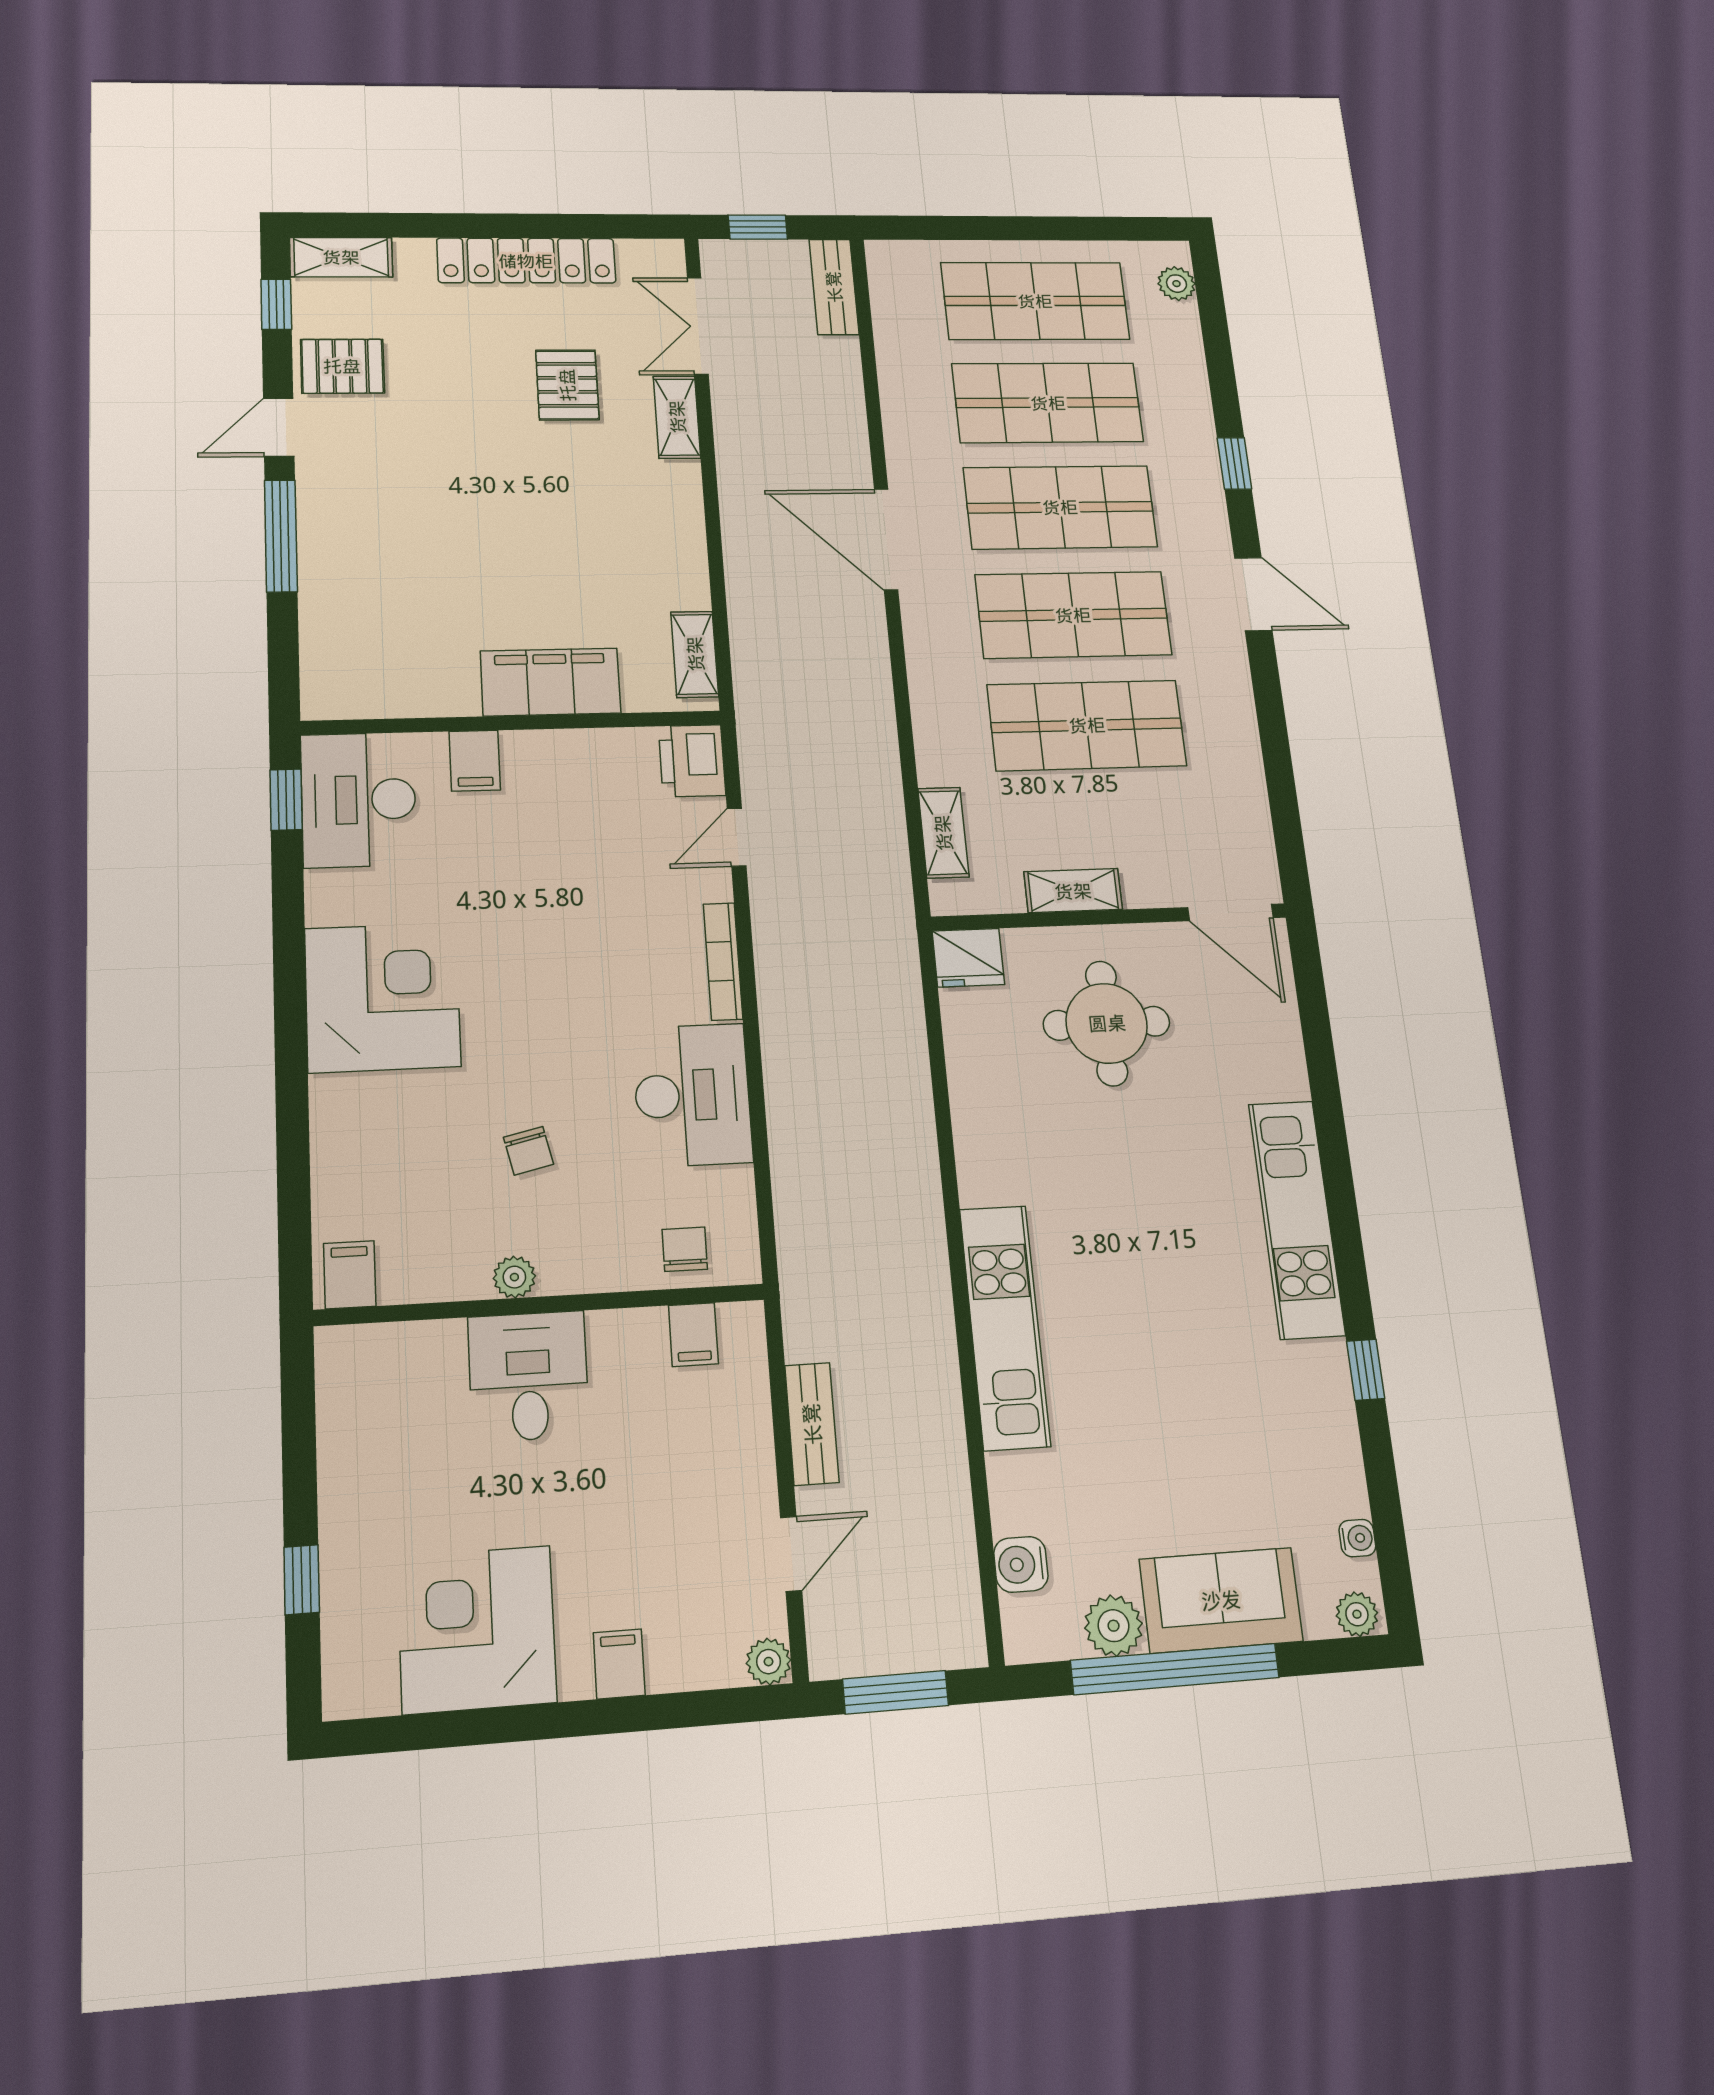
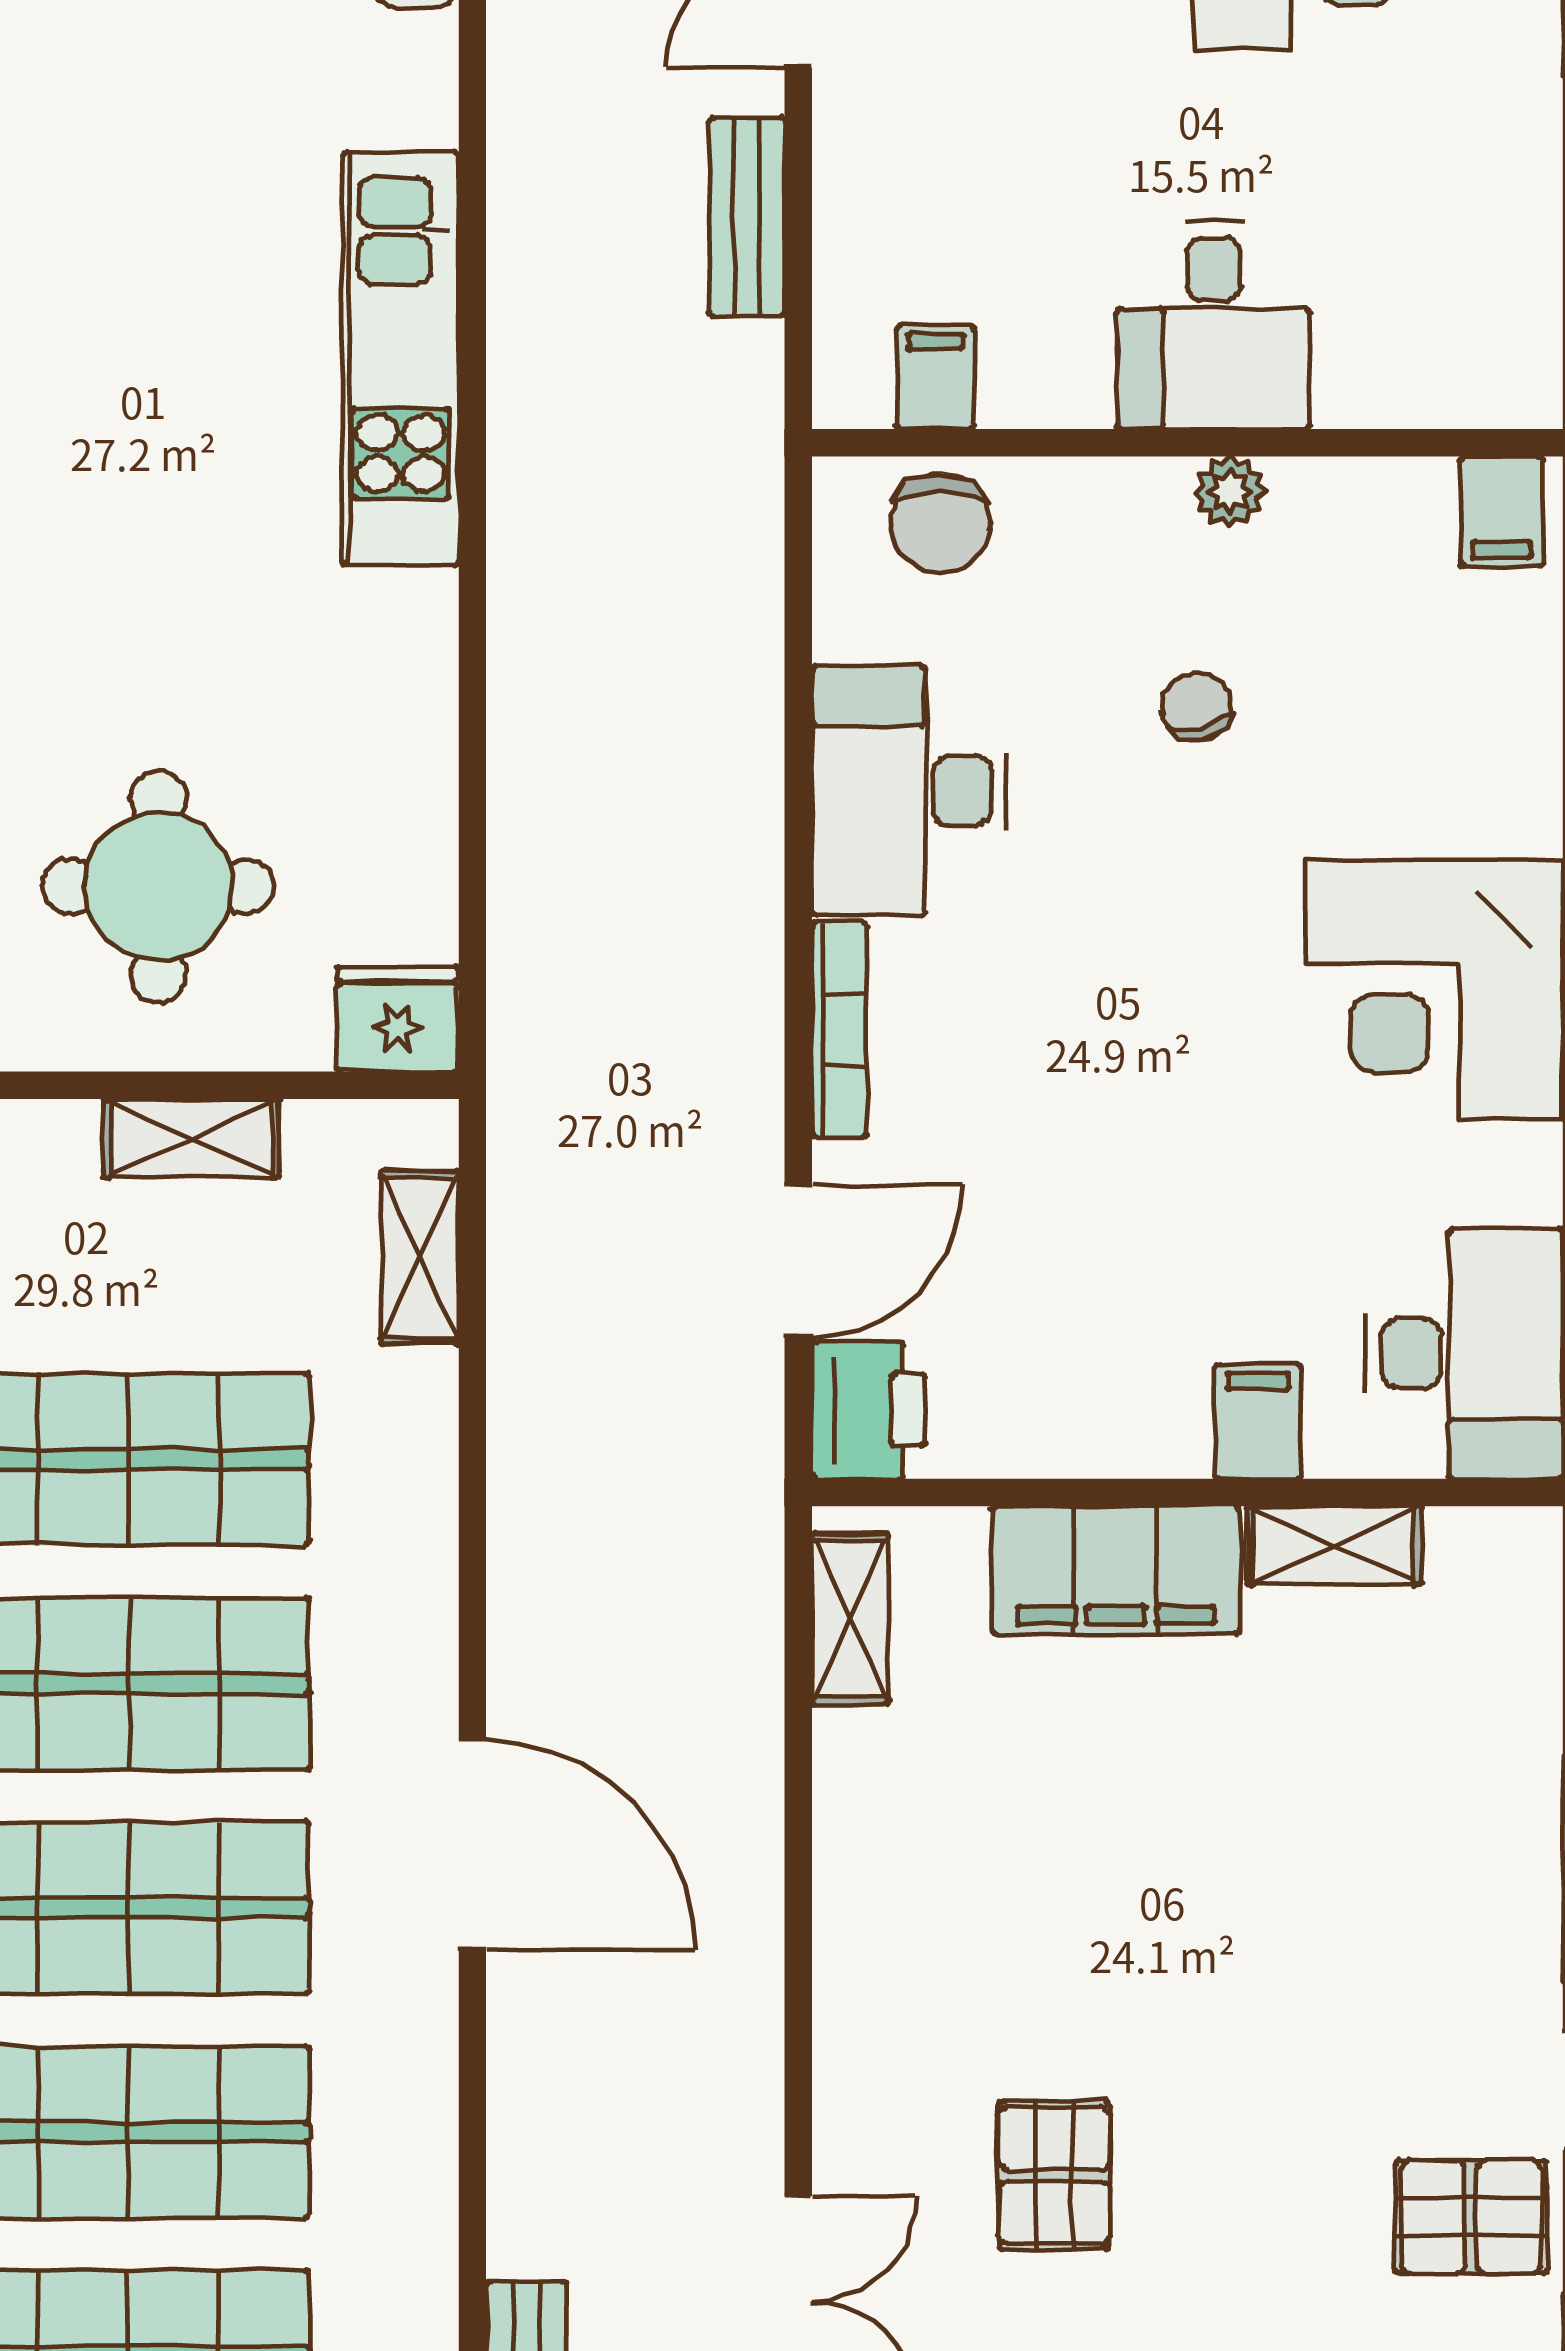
shelving: (677, 417) -> (1334, 1545), moved, turned 90
door: (737, 837) -> (798, 1261), width x1.38
chair: (685, 1249) -> (940, 523), width x1.37, depth x1.37

